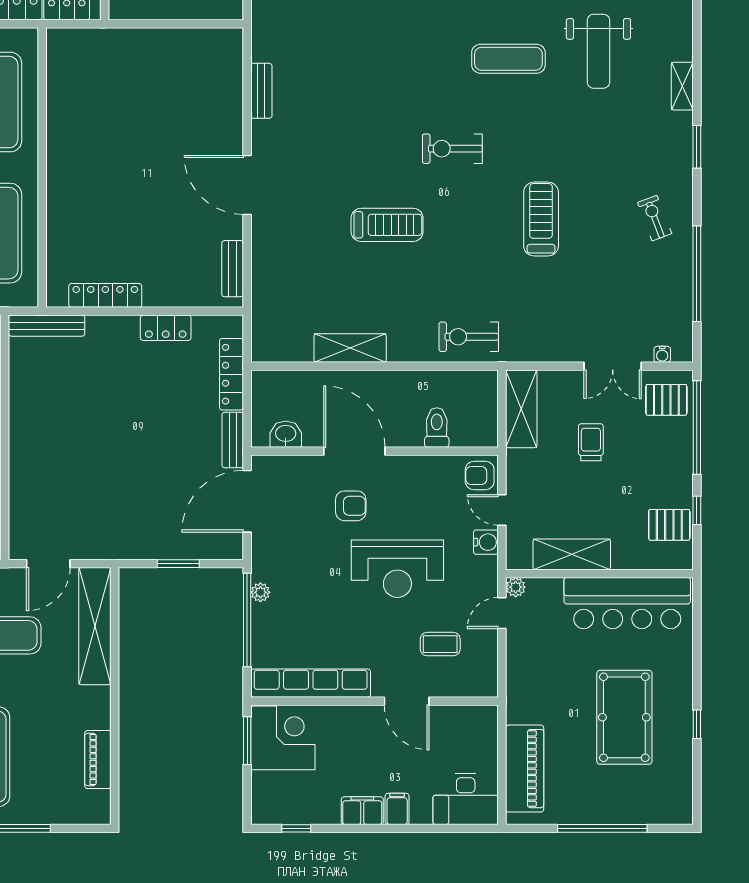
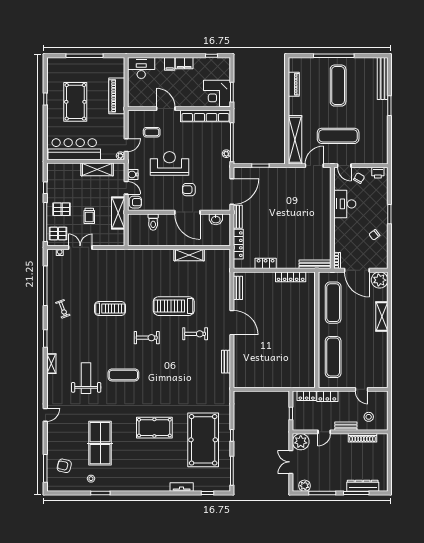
treadmill: (541, 219) -> (110, 308), turned -90
treadmill: (387, 225) -> (174, 306), width x1.37, depth x1.38
exercise bike: (469, 337) -> (195, 334), moved
shelving: (521, 409) -> (118, 213), moved
pallet: (669, 525) -> (62, 209), moved
piano: (525, 769) -> (117, 96), moved

